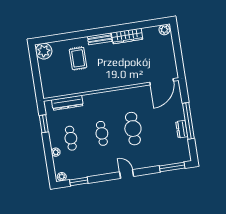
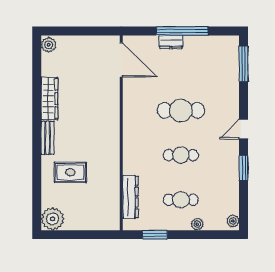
dresser: (182, 129) -> (171, 42), moved
window: (79, 181) -> (243, 168), moved

